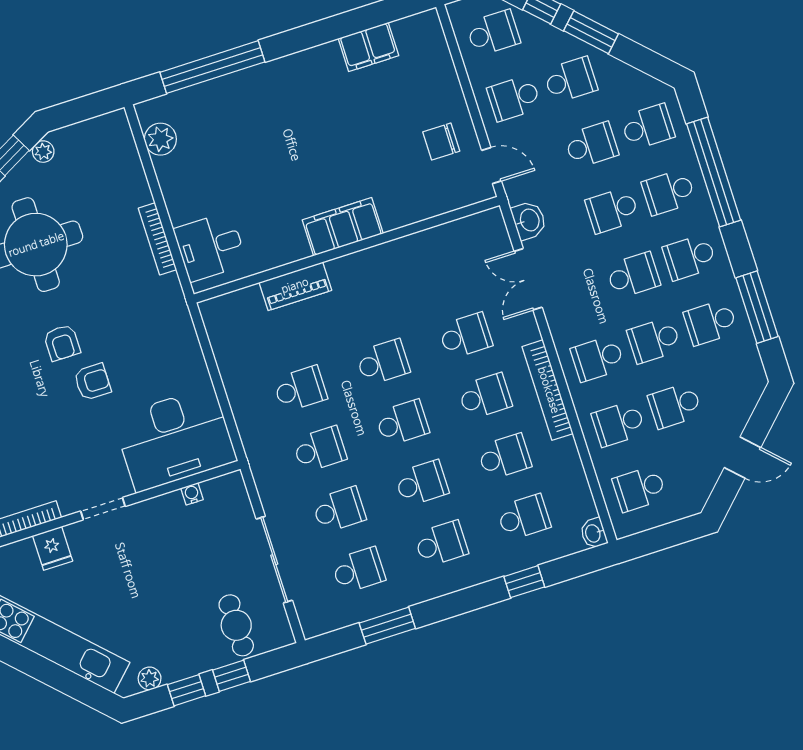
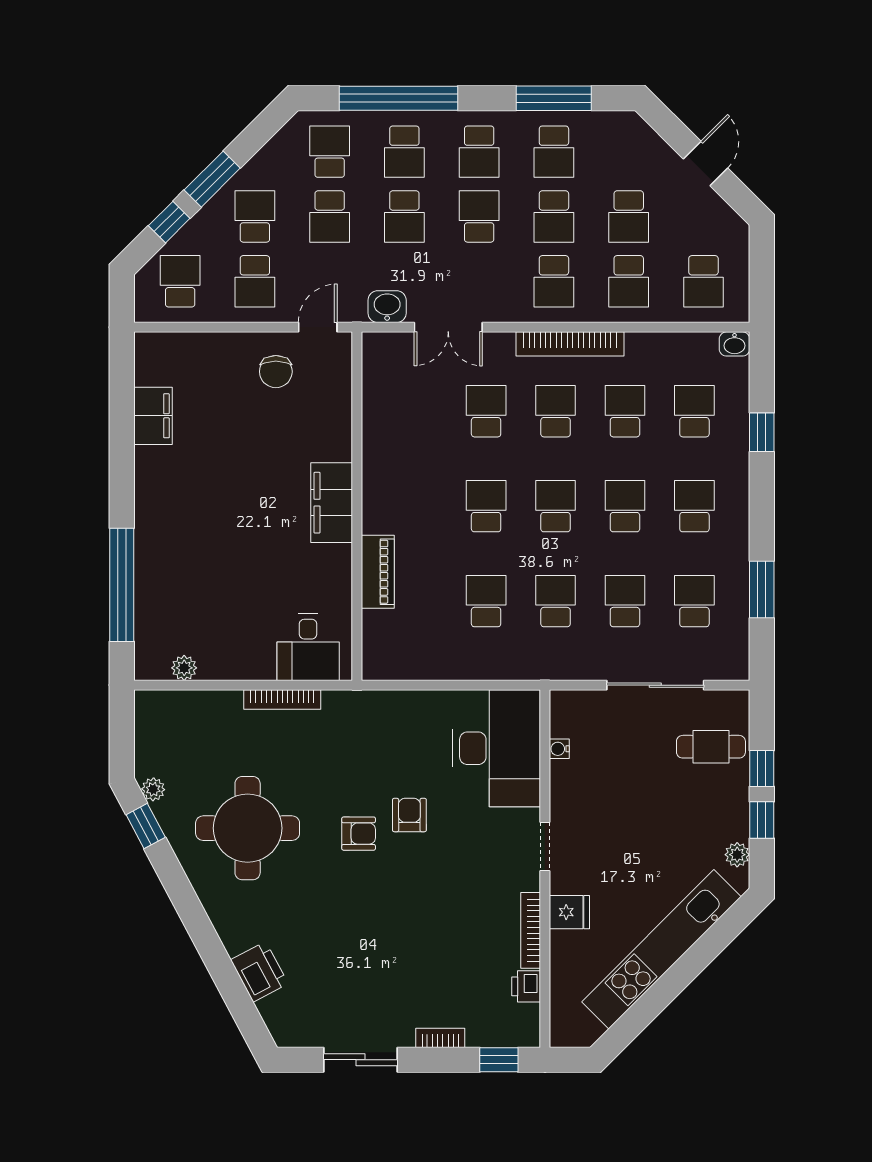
plant: (160, 139) -> (184, 668), width x0.73, depth x0.73
school desk: (591, 145) -> (330, 216), turned 180

